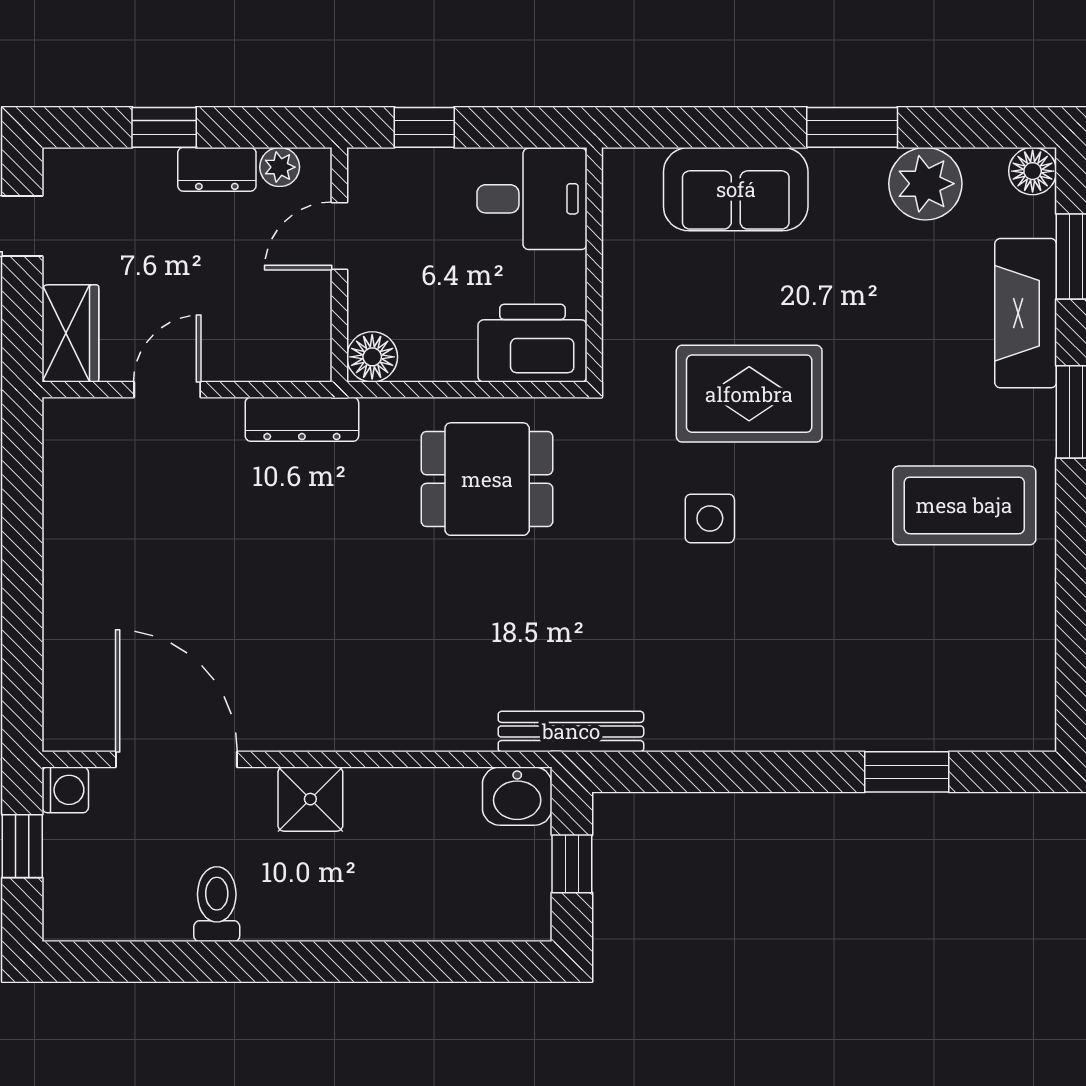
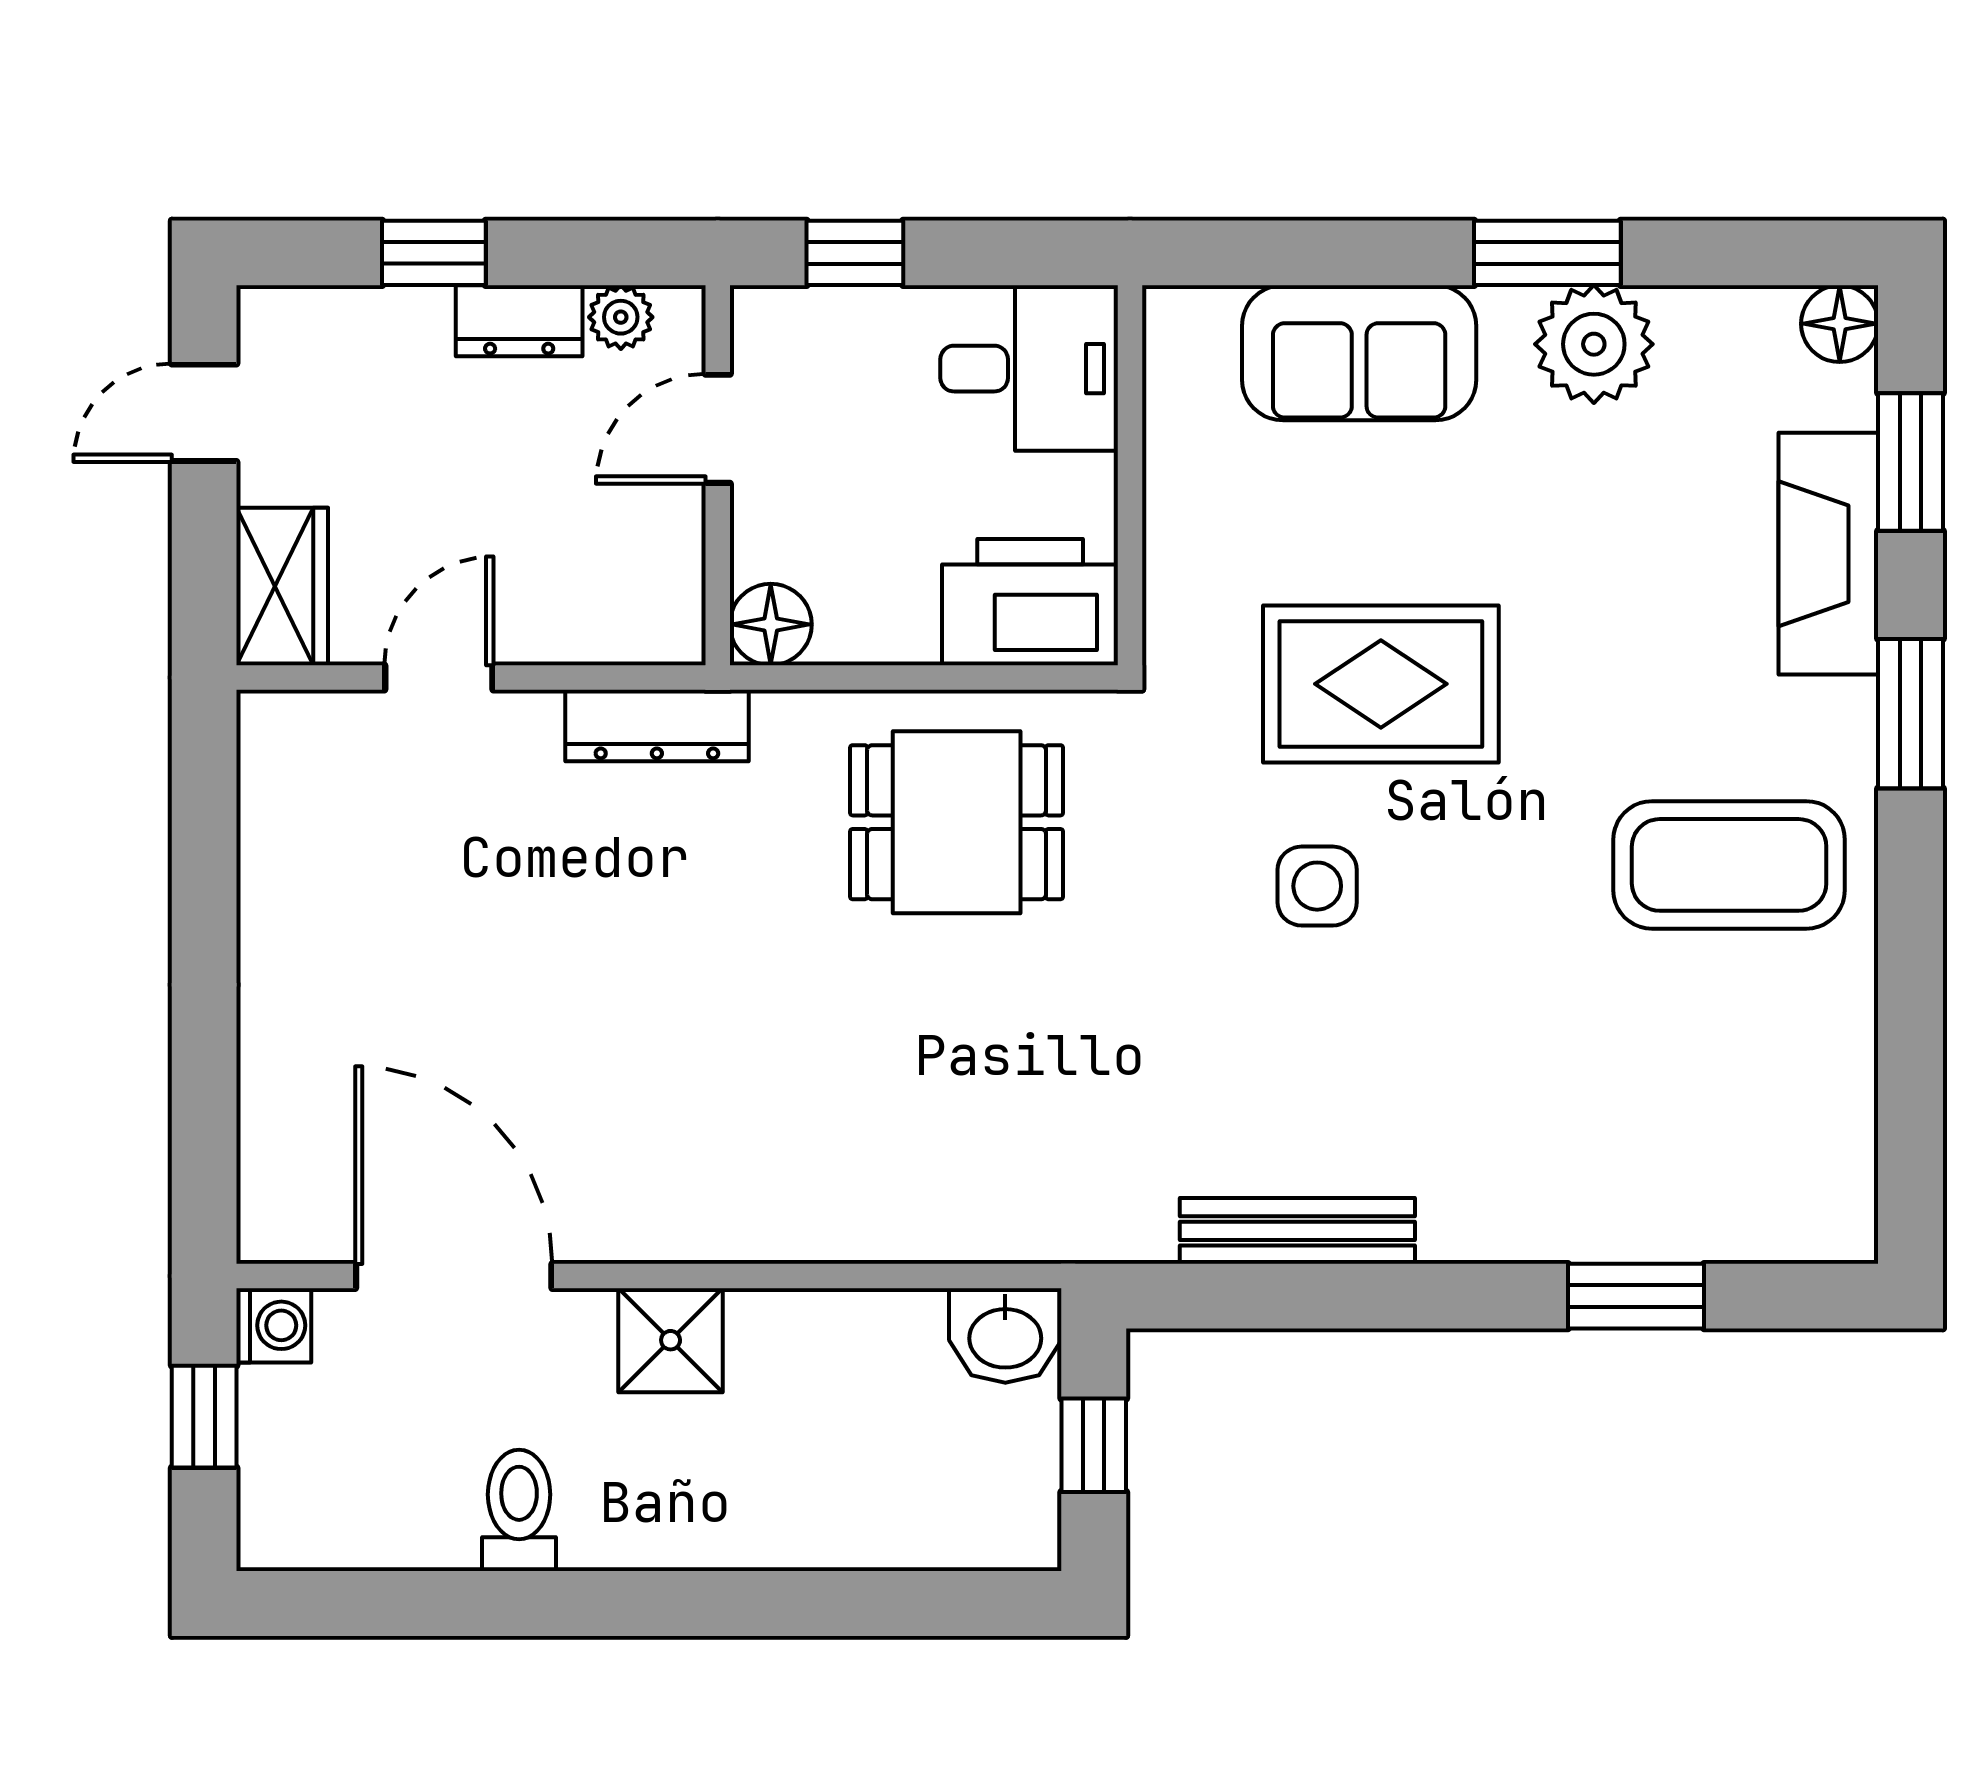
plant: (925, 184) -> (1594, 344), moved
bench: (571, 731) -> (1297, 1231), moved

